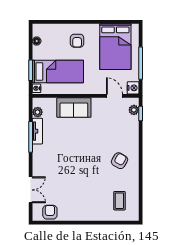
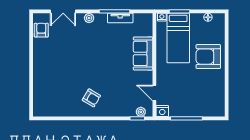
armchair: (77, 41) -> (208, 57), width x1.88, depth x1.88
bed: (115, 47) -> (202, 94), removed
door: (114, 96) -> (154, 93), swing flipped
plant: (38, 112) -> (89, 18), moved
coffee table: (119, 201) -> (52, 98), removed
armchair: (50, 212) -> (41, 30), turned -90

